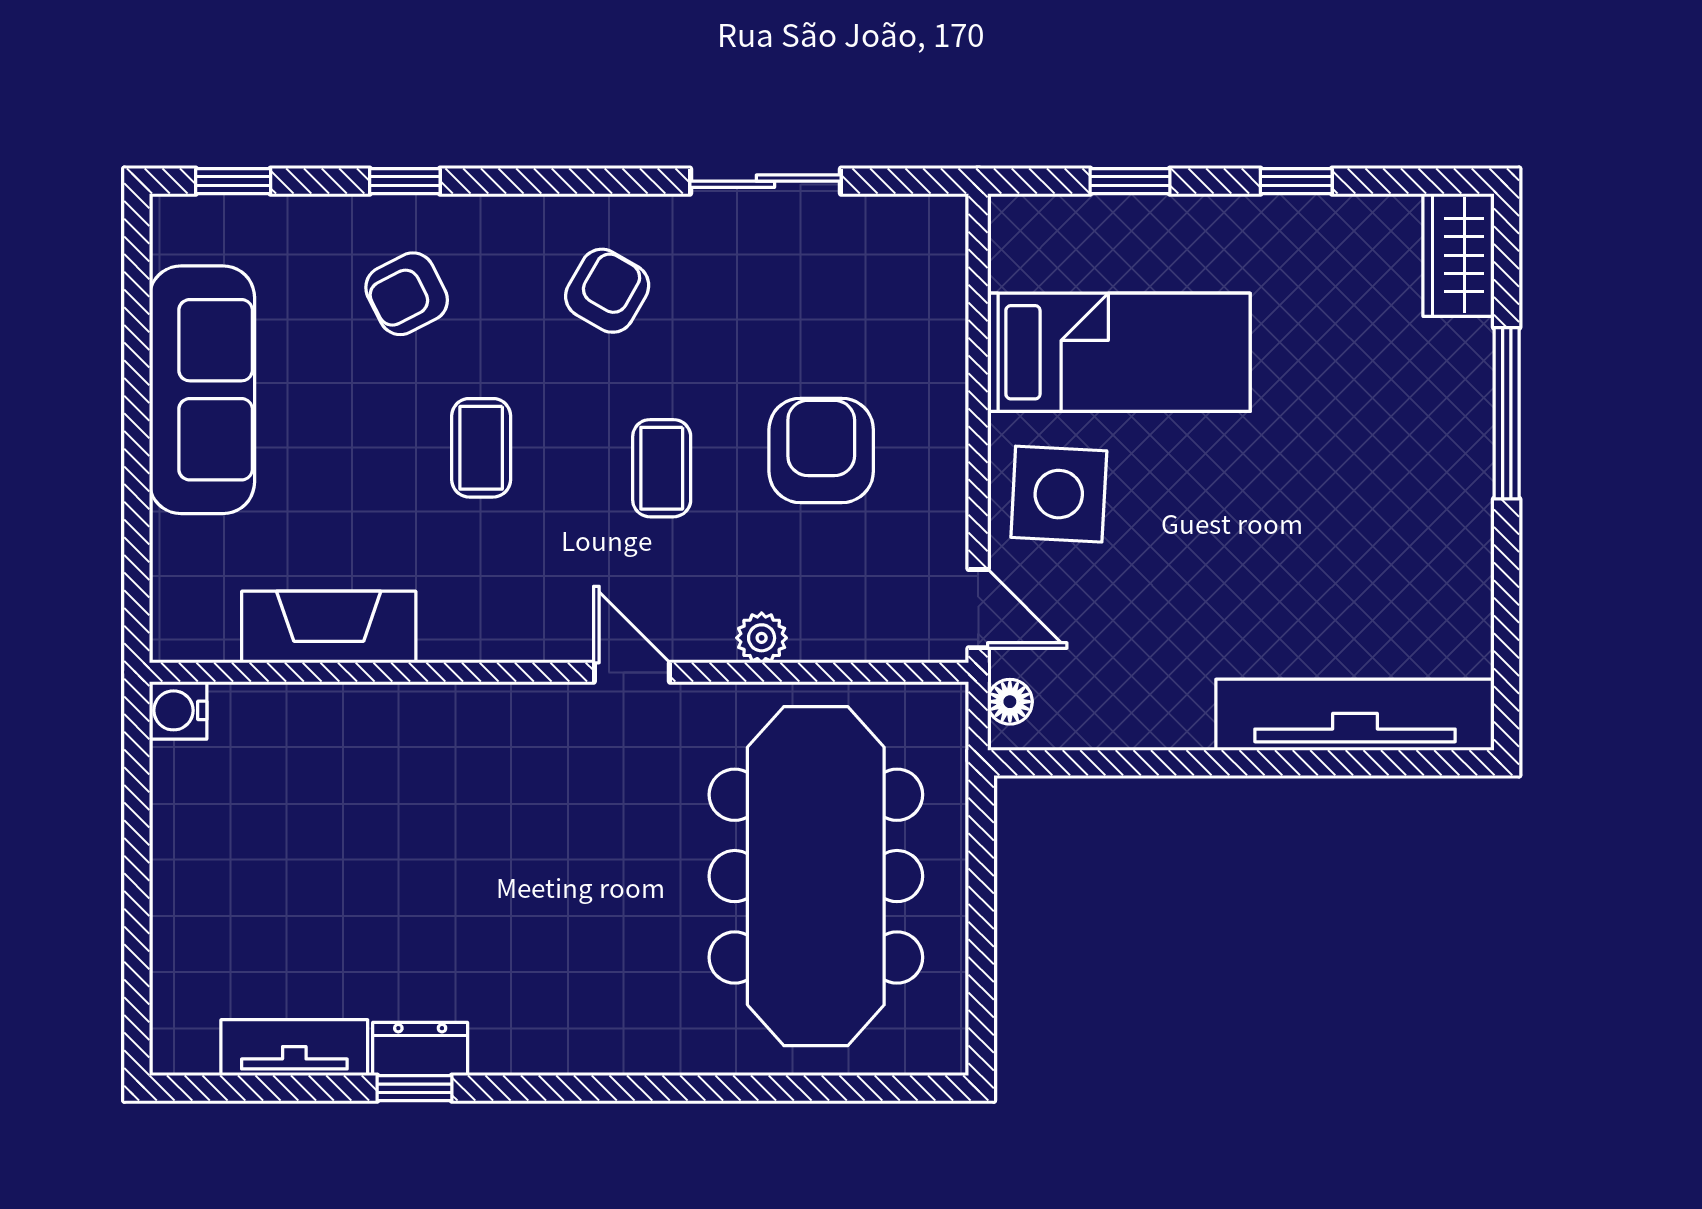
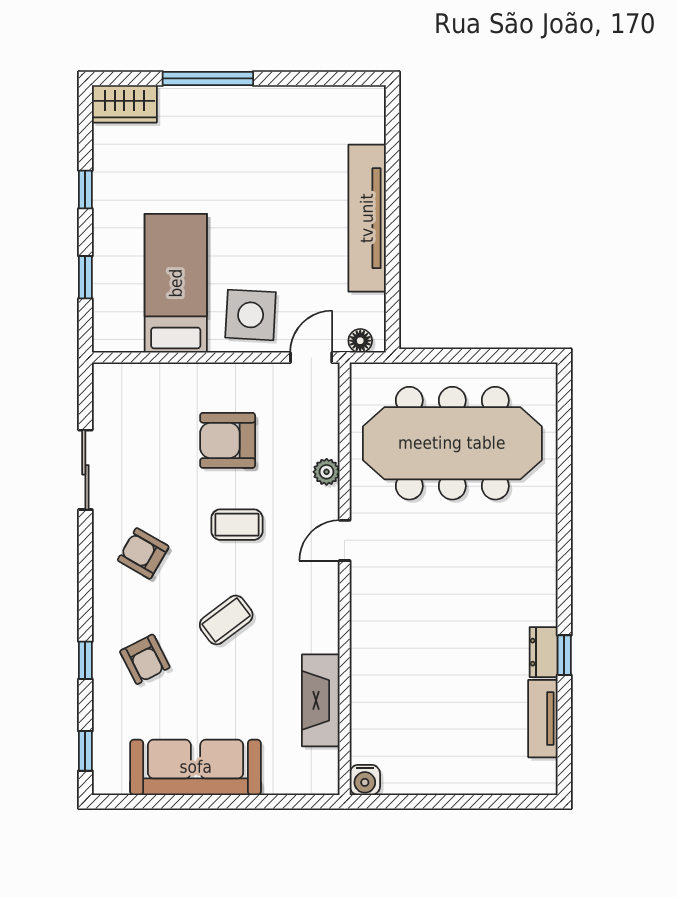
coffee table: (481, 448) -> (226, 620), turned -37
tv unit: (1355, 715) -> (367, 218), moved

